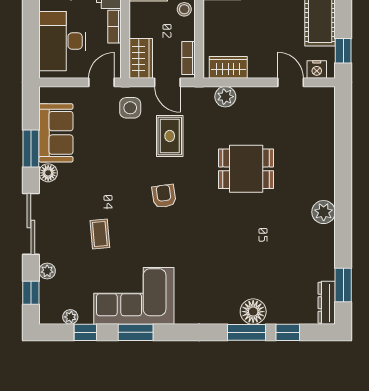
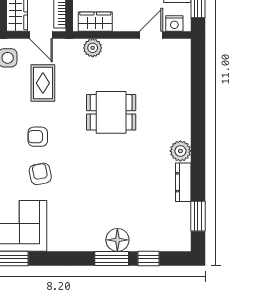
door: (291, 82) -> (151, 35), hinge flipped
armchair: (164, 196) -> (38, 137), turned -82
armchair: (167, 238) -> (40, 174), added
dresser: (327, 303) -> (183, 182), moved

